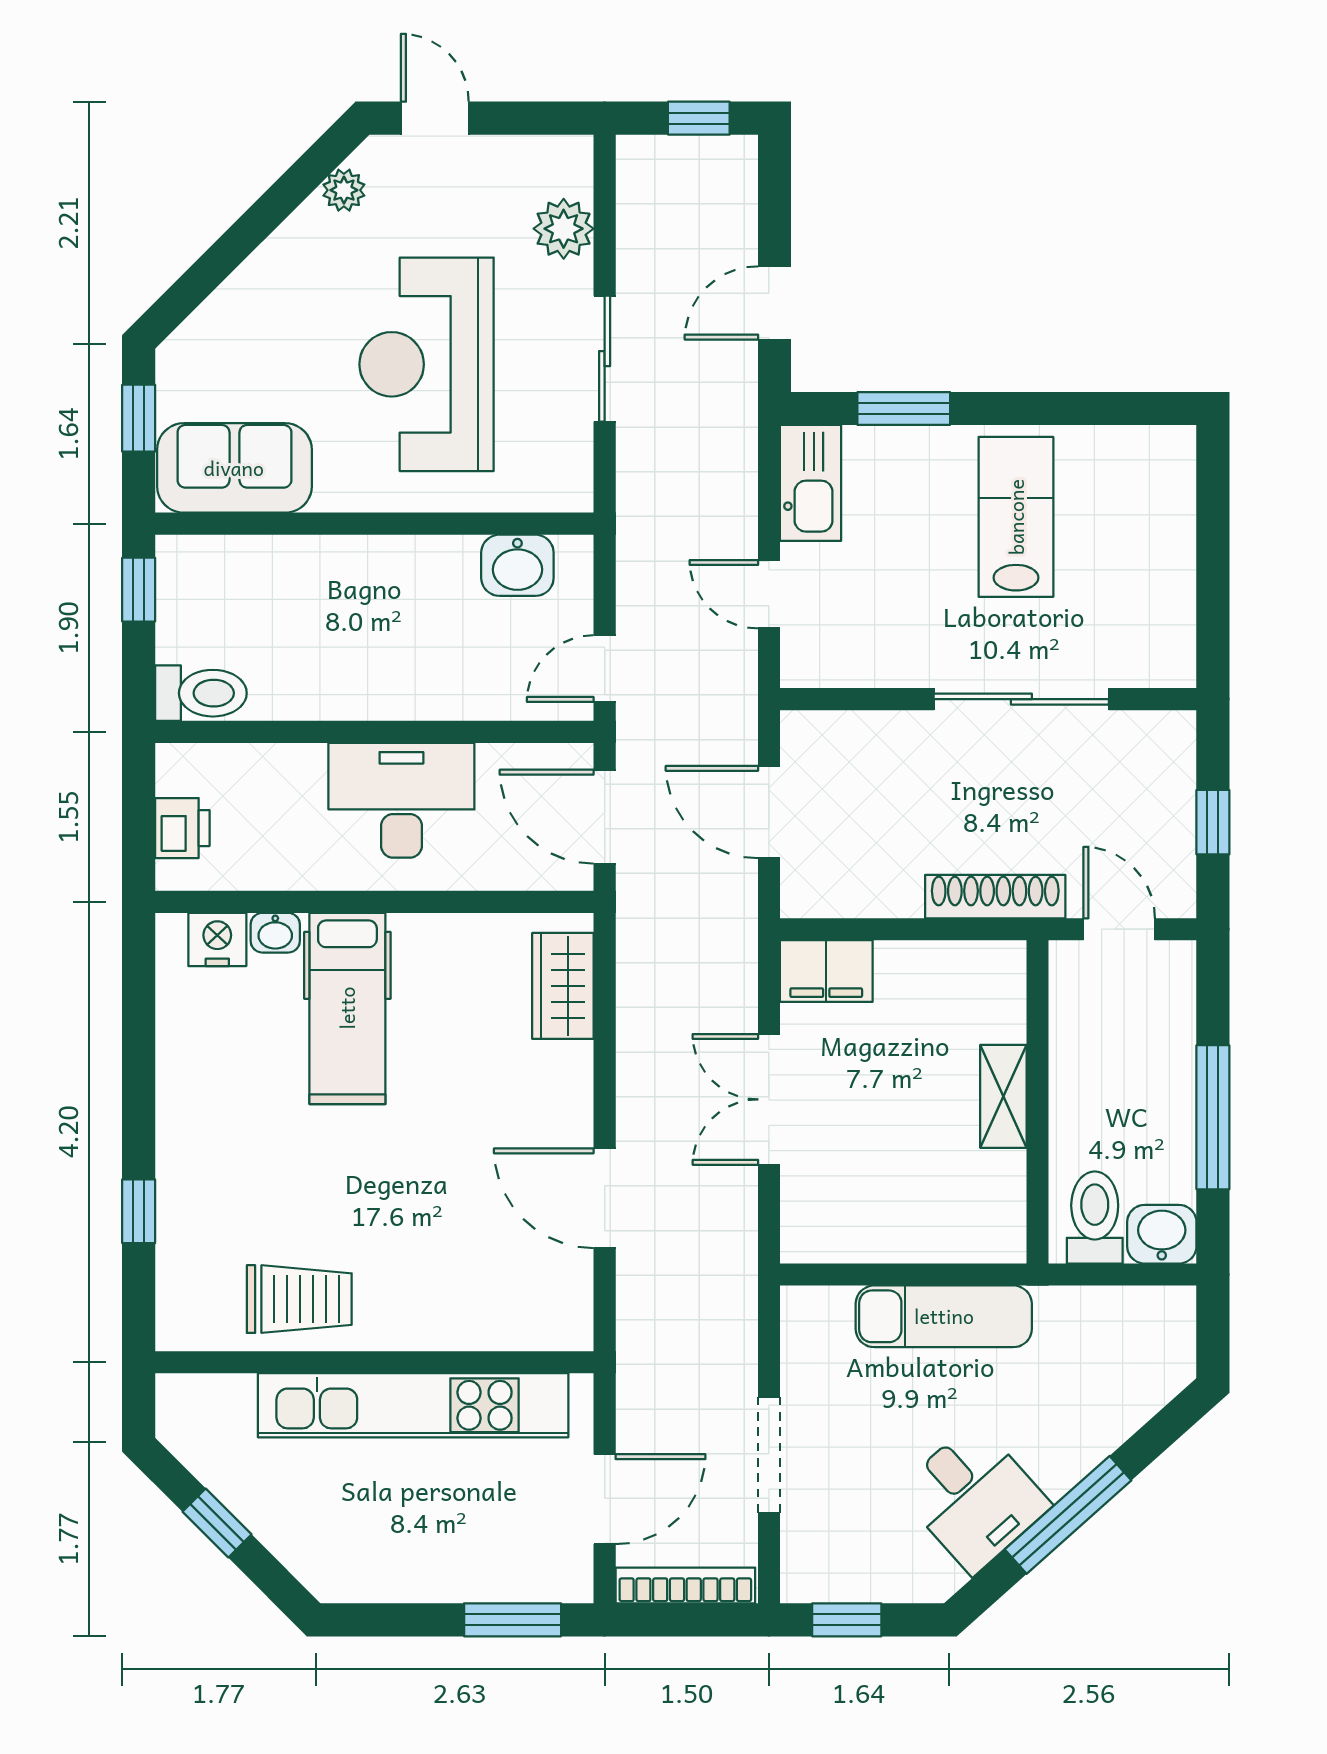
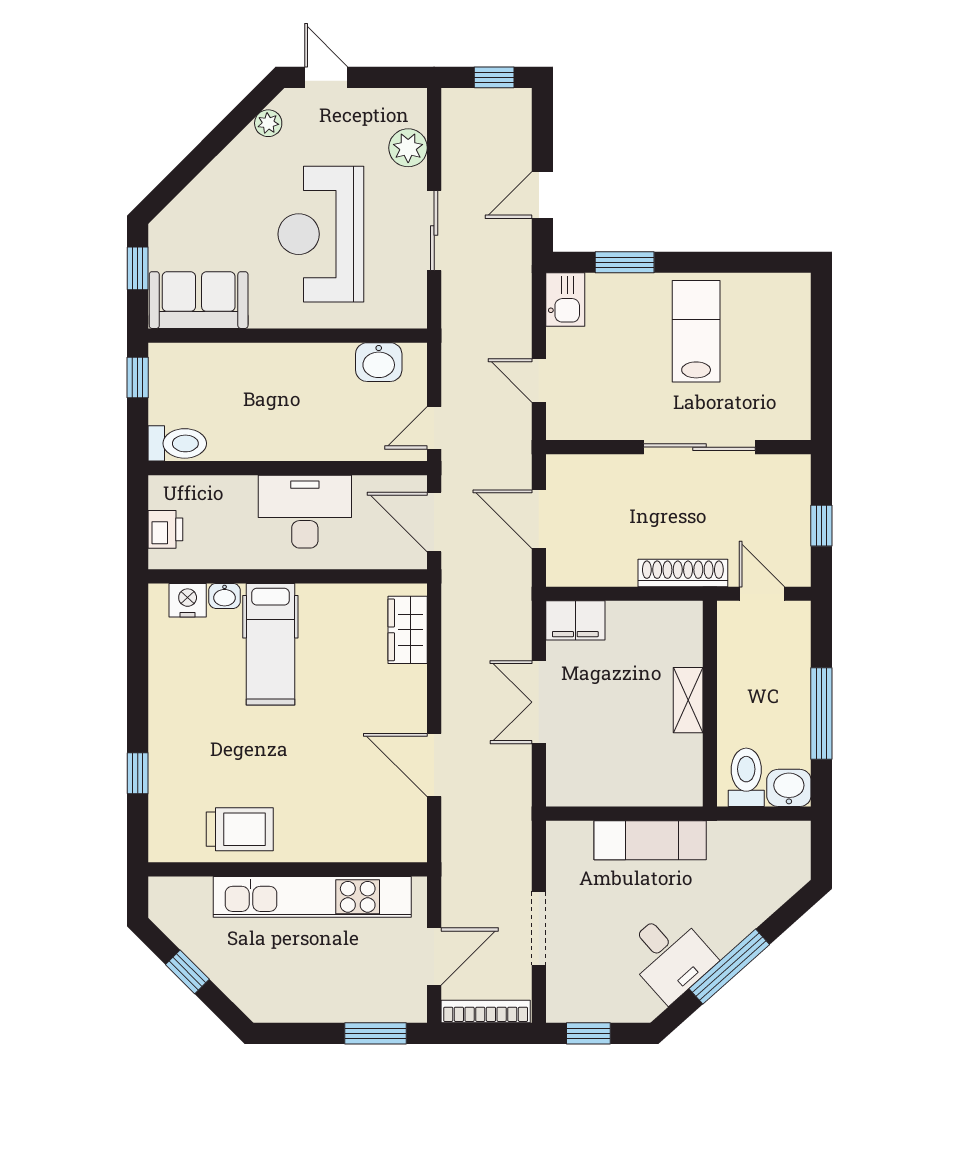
kitchen sink: (810, 483) -> (565, 300), width x0.73

